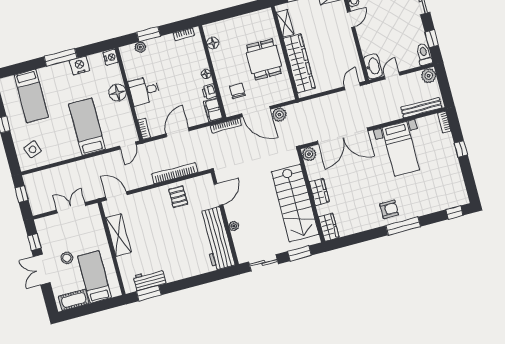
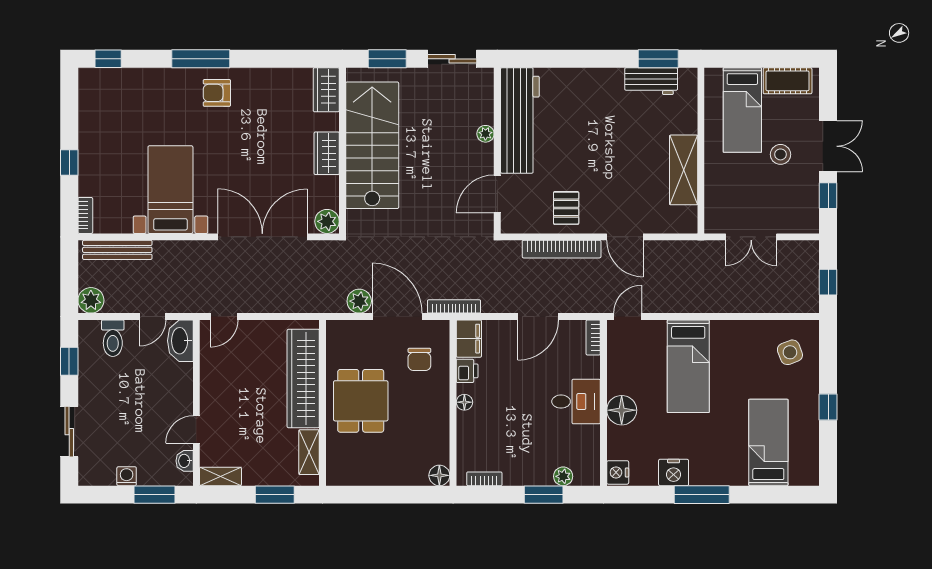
floor lamp: (213, 43) -> (439, 475), moved
toilet: (424, 54) -> (113, 338), moved
door: (116, 196) -> (625, 237), moved

